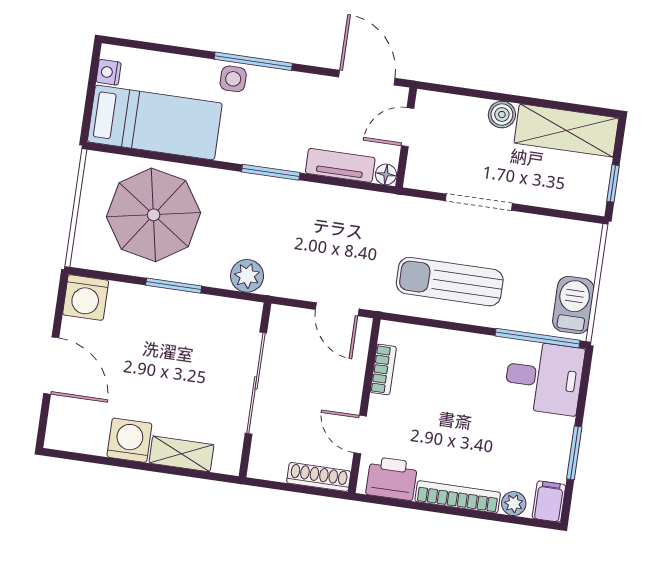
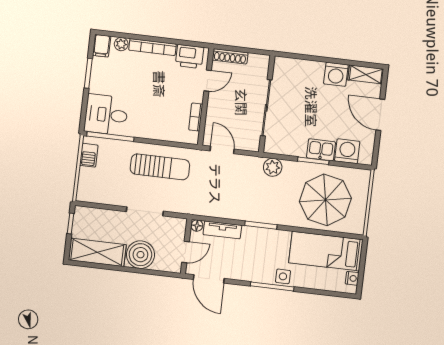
boiler: (502, 115) -> (140, 255), width x1.86, depth x1.86
washing machine: (86, 298) -> (347, 151), moved
kitchen sink: (159, 305) -> (321, 150), added
barbecue: (573, 305) -> (89, 155), width x0.73, depth x0.79
door: (360, 434) -> (208, 81), hinge flipped
shelving: (181, 454) -> (366, 74), moved

